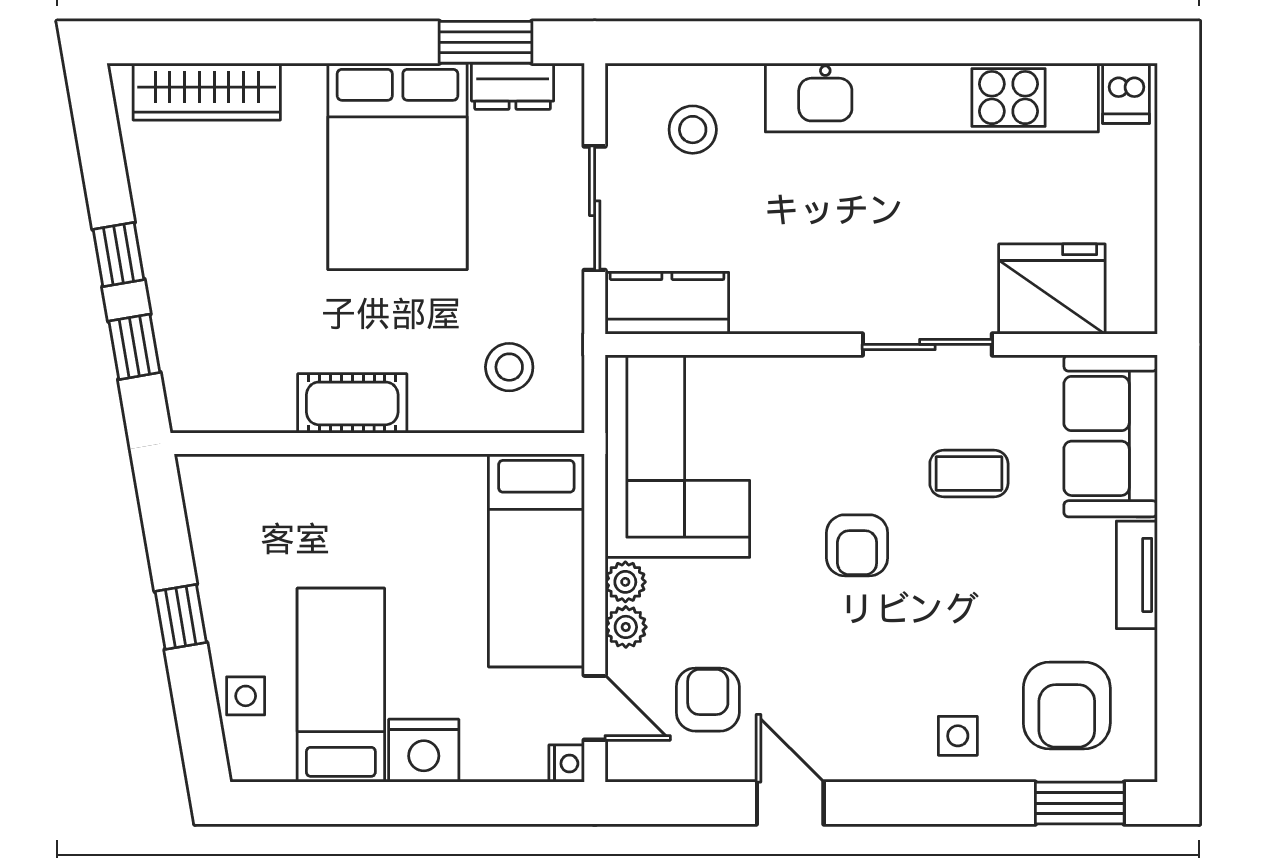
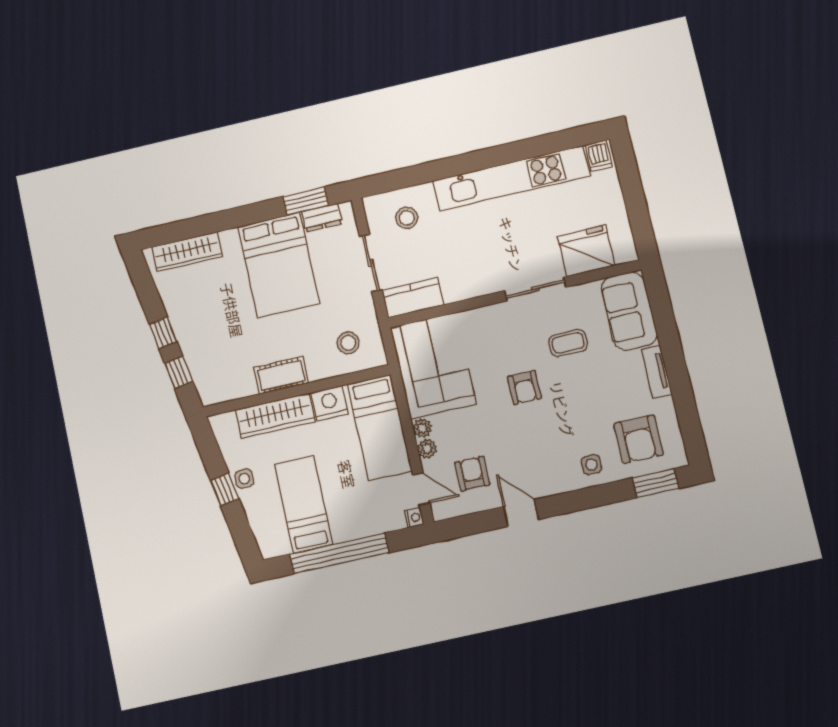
wardrobe: (321, 486) -> (275, 416), added
side table: (246, 696) -> (244, 479), moved
nightstand: (424, 751) -> (330, 403), moved, turned 180
window: (394, 803) -> (339, 553), added

